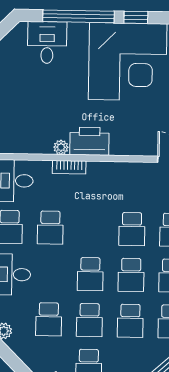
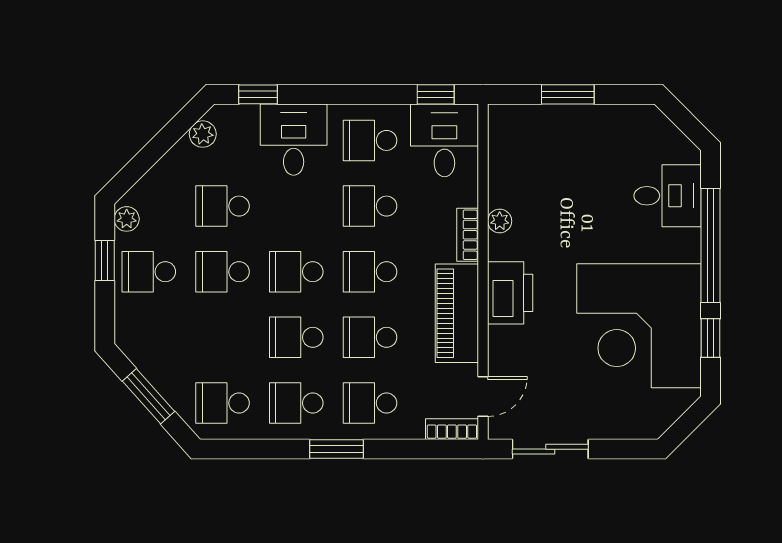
printer: (89, 141) -> (510, 293), moved
piano: (118, 175) -> (457, 313), added
school desk: (130, 321) -> (370, 272), moved

